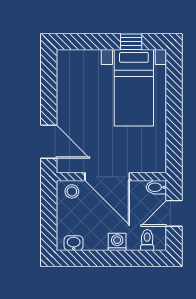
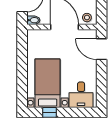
desk: (81, 69) -> (81, 95), added

